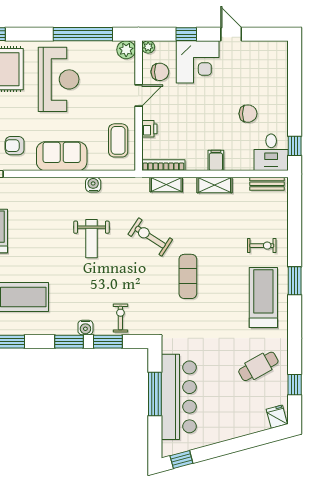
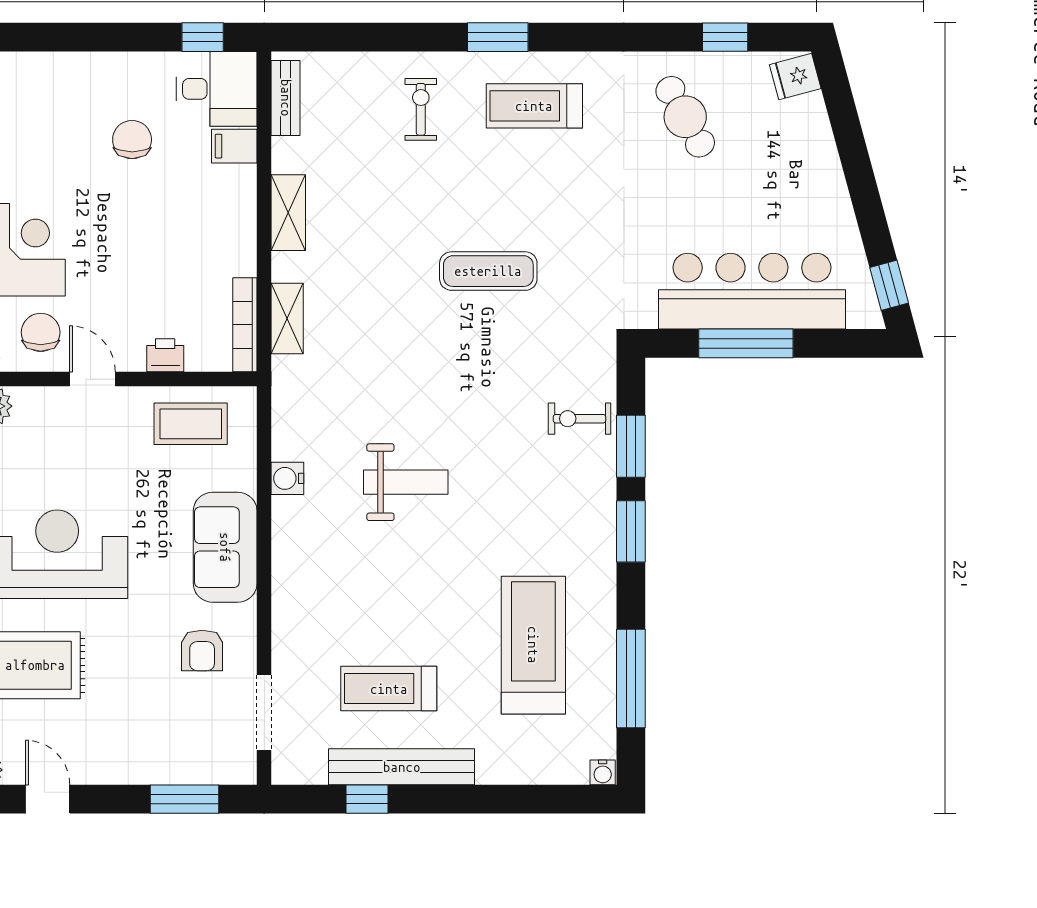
filing cabinet: (216, 160) -> (234, 146), moved
exercise bike: (150, 237) -> (402, 353), removed
treadmill: (263, 297) -> (534, 106), width x0.73, depth x0.73
water cooler: (85, 328) -> (600, 495), removed

